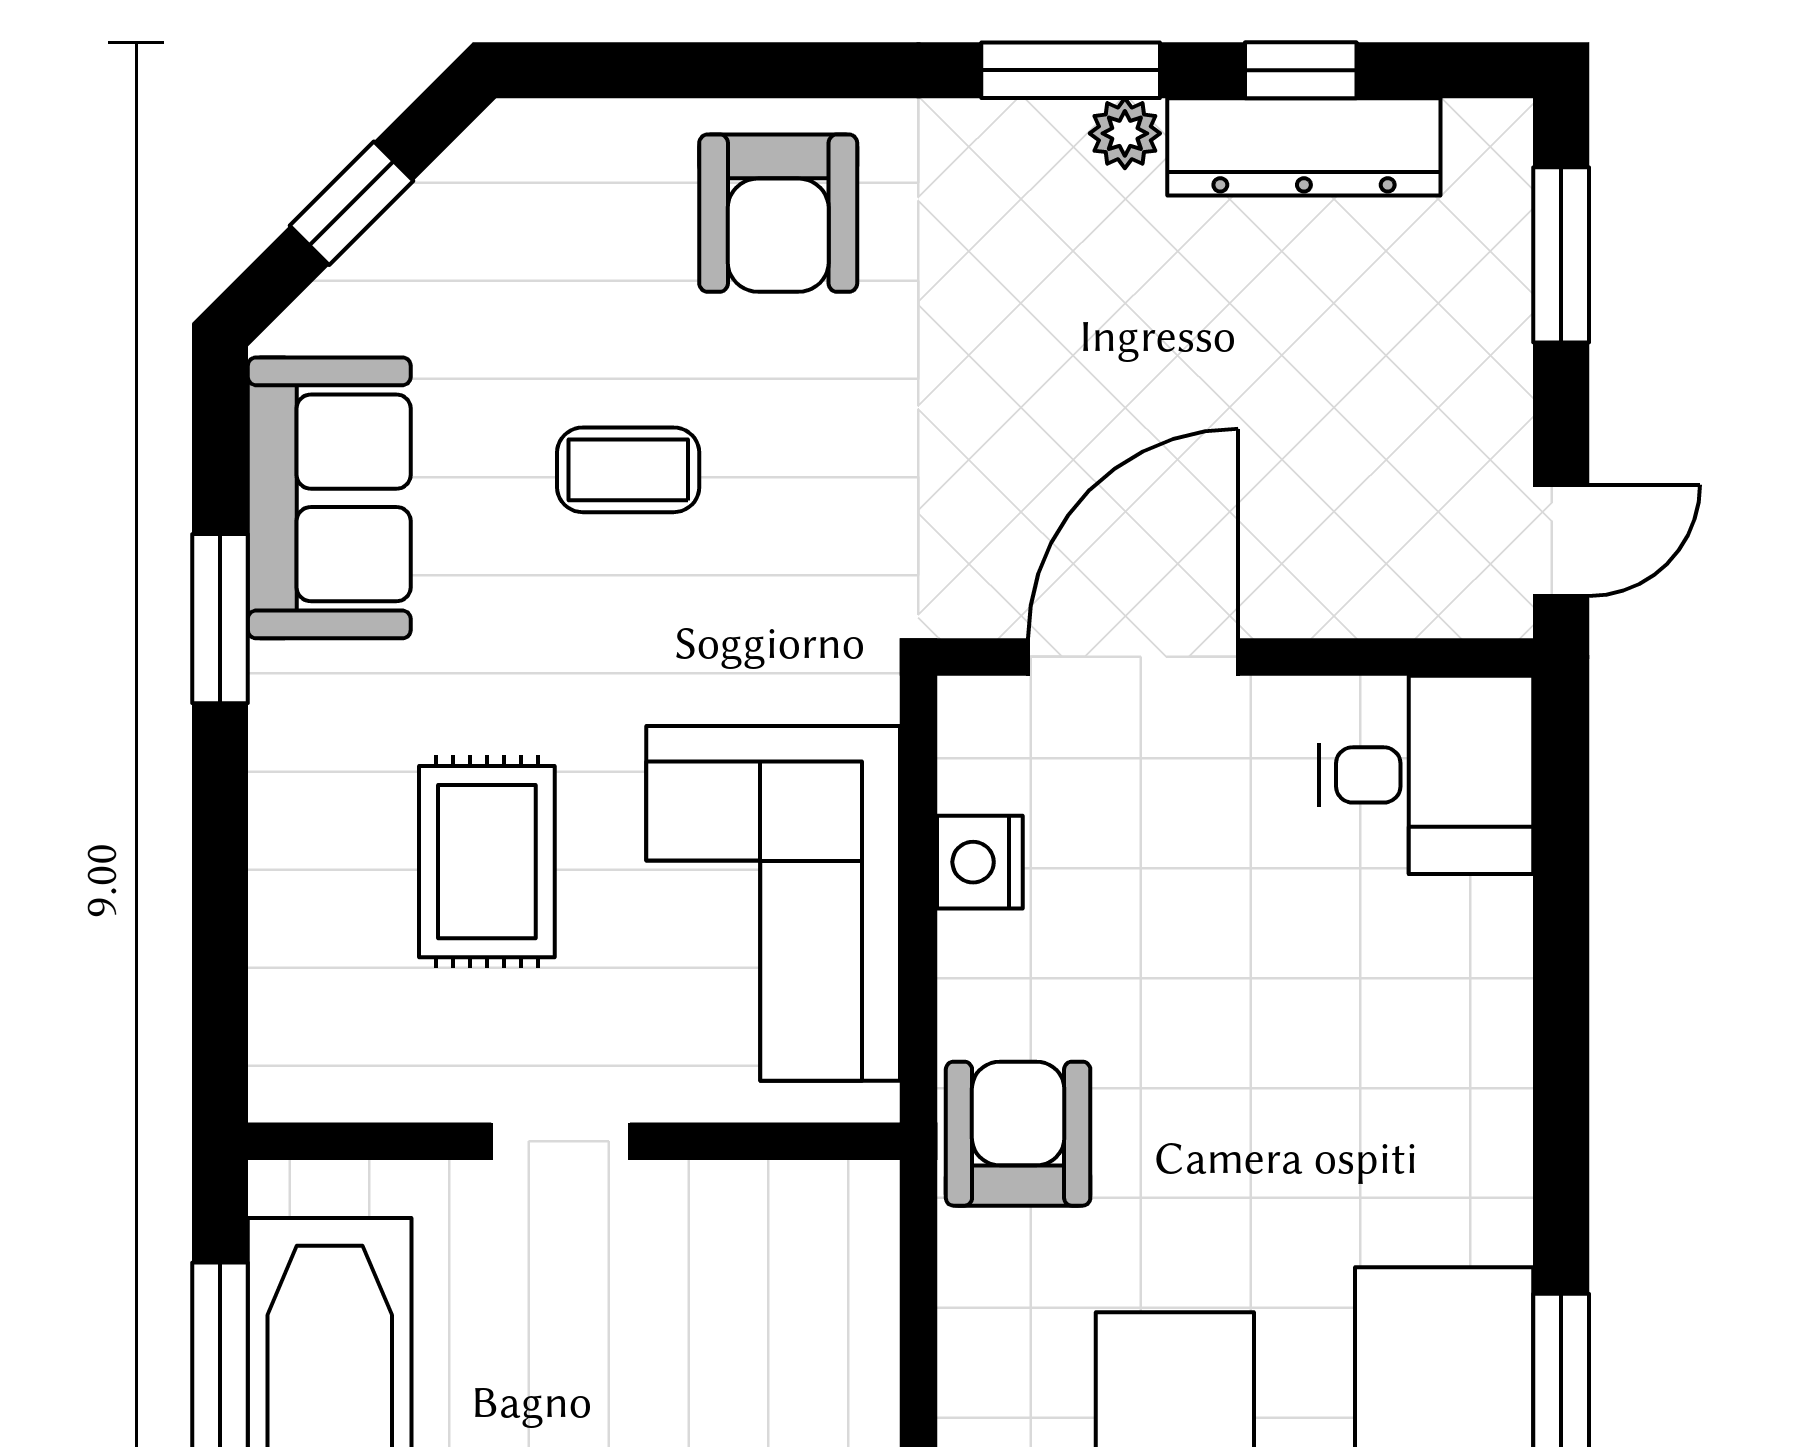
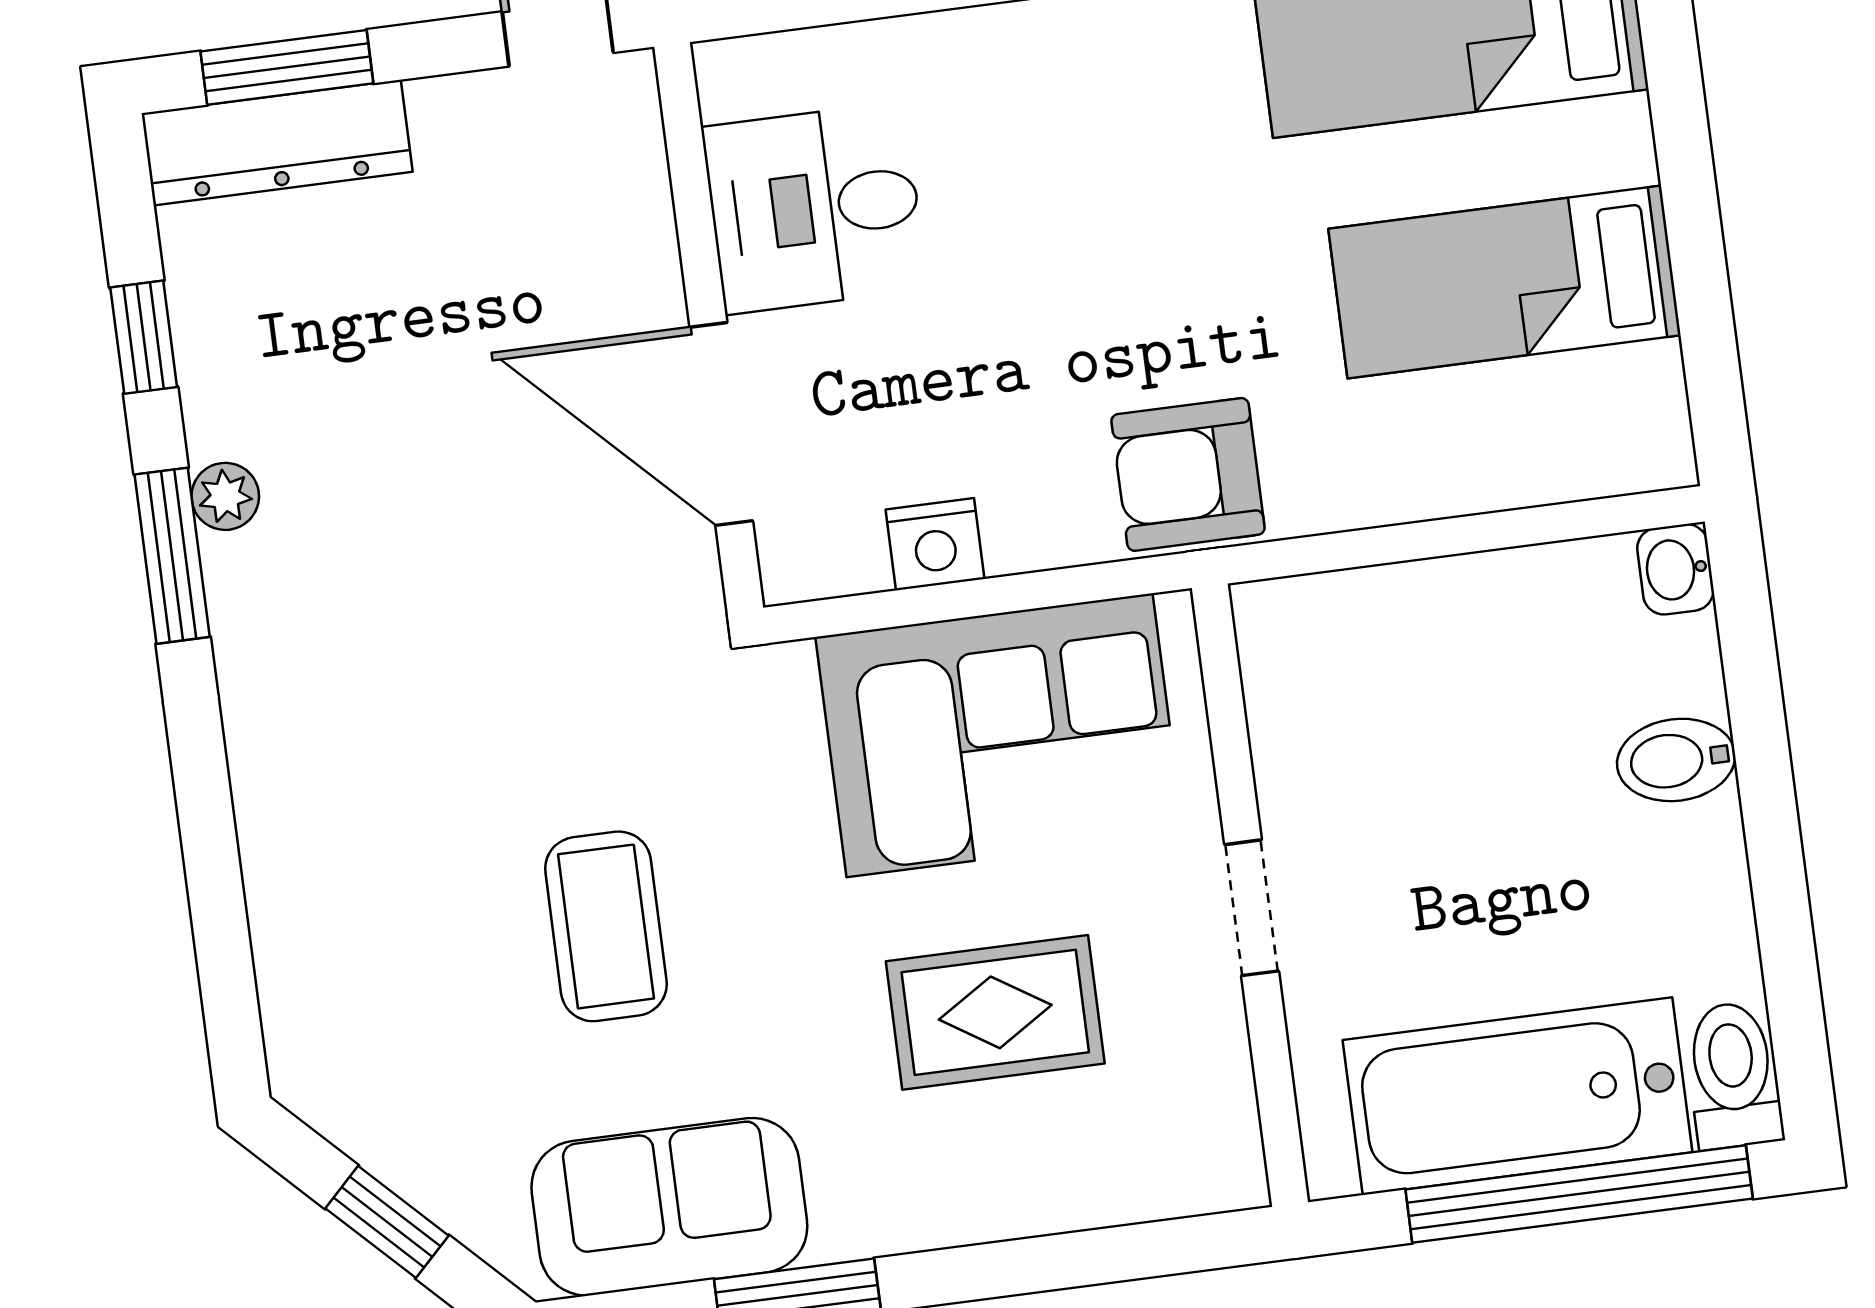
dresser: (1304, 147) -> (277, 143), moved, turned 90
armchair: (778, 213) -> (344, 816), removed
coffee table: (628, 470) -> (606, 926), width x1.36, depth x1.30
desk: (1426, 775) -> (815, 208), moved, turned -90

